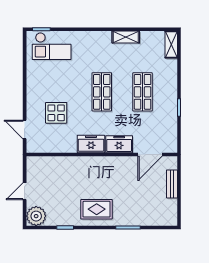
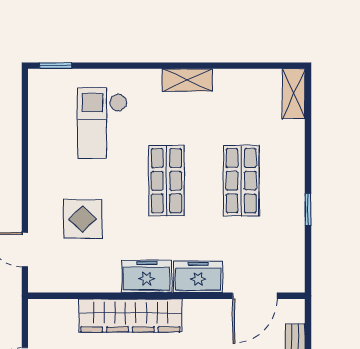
shelving: (126, 37) -> (187, 80), moved
checkout: (52, 46) -> (102, 123), moved, turned 90
wardrobe: (82, 165) -> (130, 315), added

